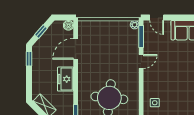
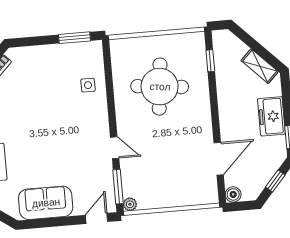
door: (157, 18) -> (97, 218), hinge flipped
door: (141, 61) -> (115, 148), swing flipped
freezer: (66, 79) -> (271, 116), moved, turned 180

